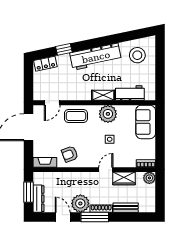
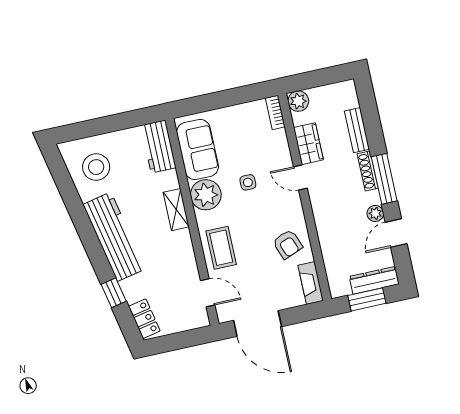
workbench: (130, 93) -> (158, 147), moved
sofa: (146, 122) -> (197, 149), moved, turned -90
plant: (80, 203) -> (375, 213), width x0.53, depth x0.53

